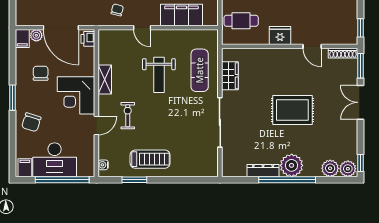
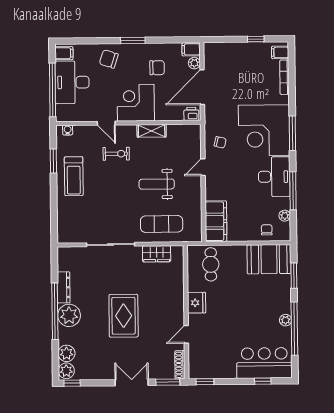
filing cabinet: (181, 15) -> (216, 221), moved

